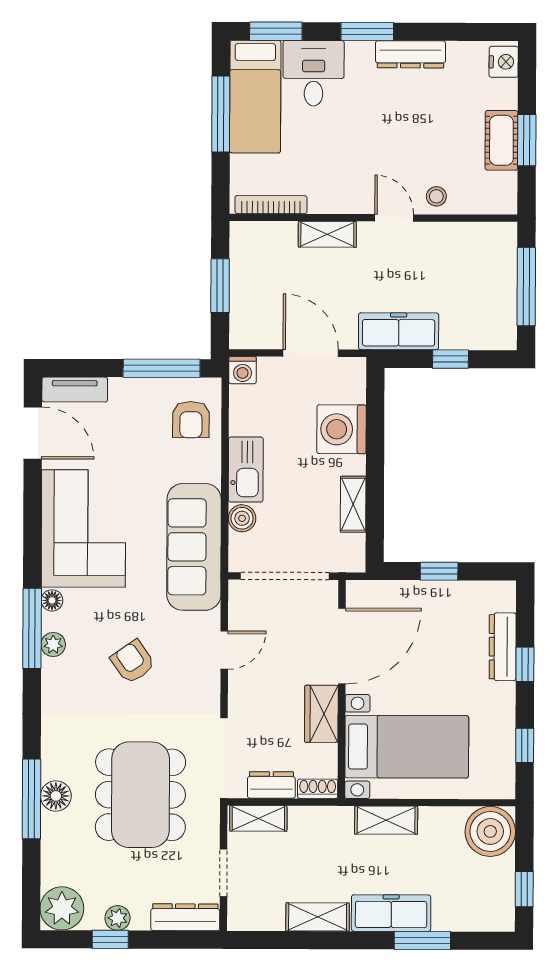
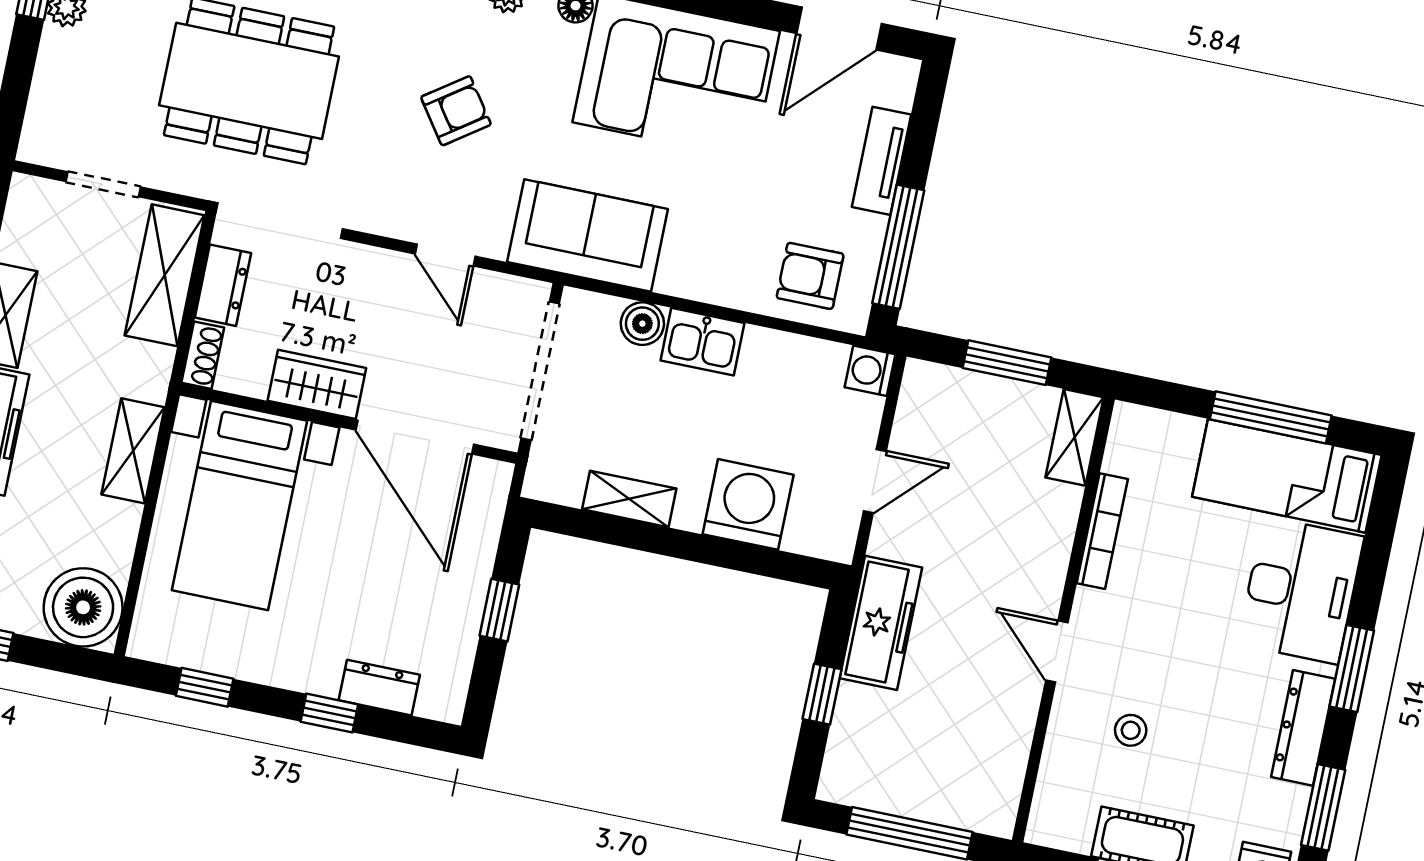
window: (276, 31) -> (1323, 807), moved
desk: (314, 73) -> (1301, 590), width x1.37
stool: (436, 196) -> (1131, 730), moved
bookcase: (271, 205) -> (1102, 531), moved
door: (394, 218) -> (1057, 652), swing flipped
shelving: (327, 234) -> (1075, 437), moved
door: (311, 353) -> (875, 481), width x0.73
tv unit: (75, 390) -> (881, 161), moved
kitchen sink: (246, 470) -> (702, 342), width x0.73
sofa: (194, 547) -> (588, 235), width x0.73
dresser: (503, 647) -> (379, 688), width x0.70
shelving: (258, 818) -> (165, 275), width x1.50, depth x1.33
dresser: (185, 917) -> (47, 112), removed

